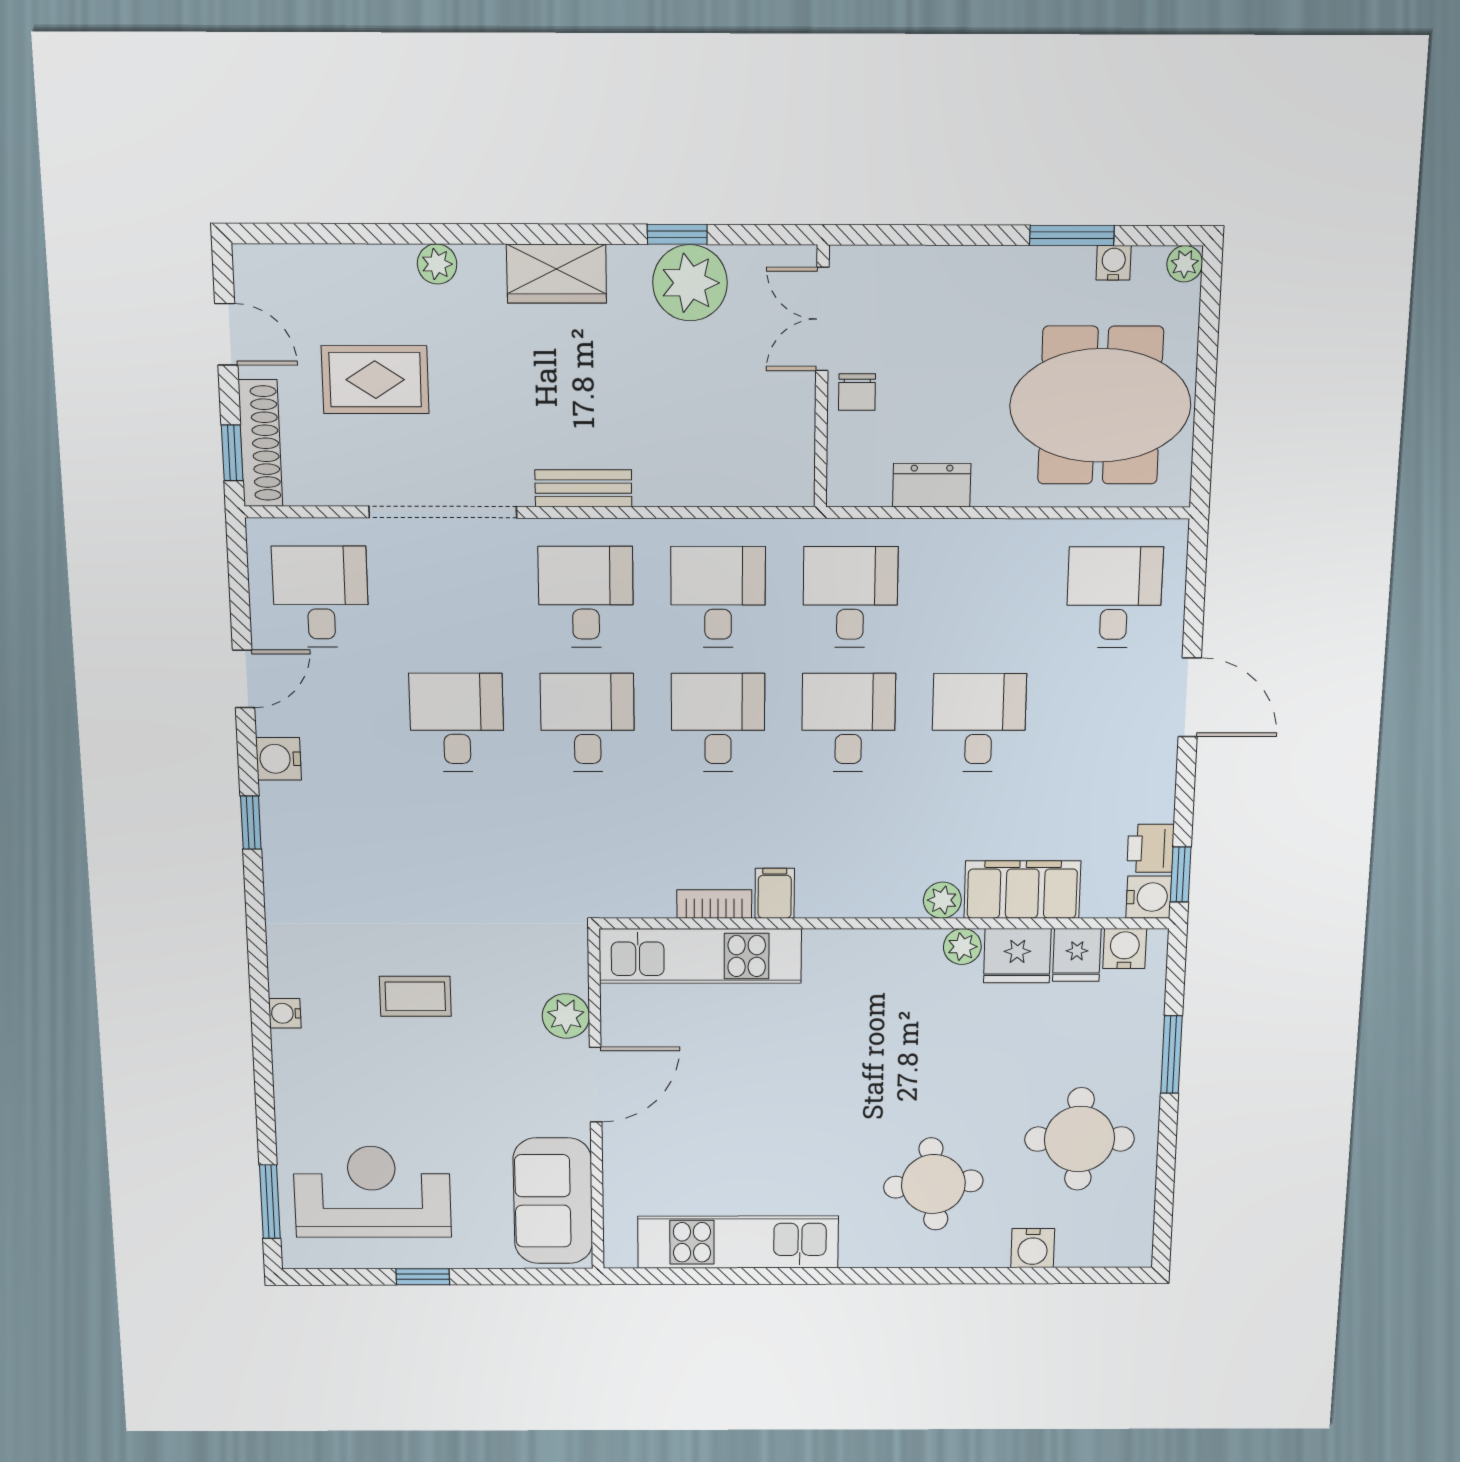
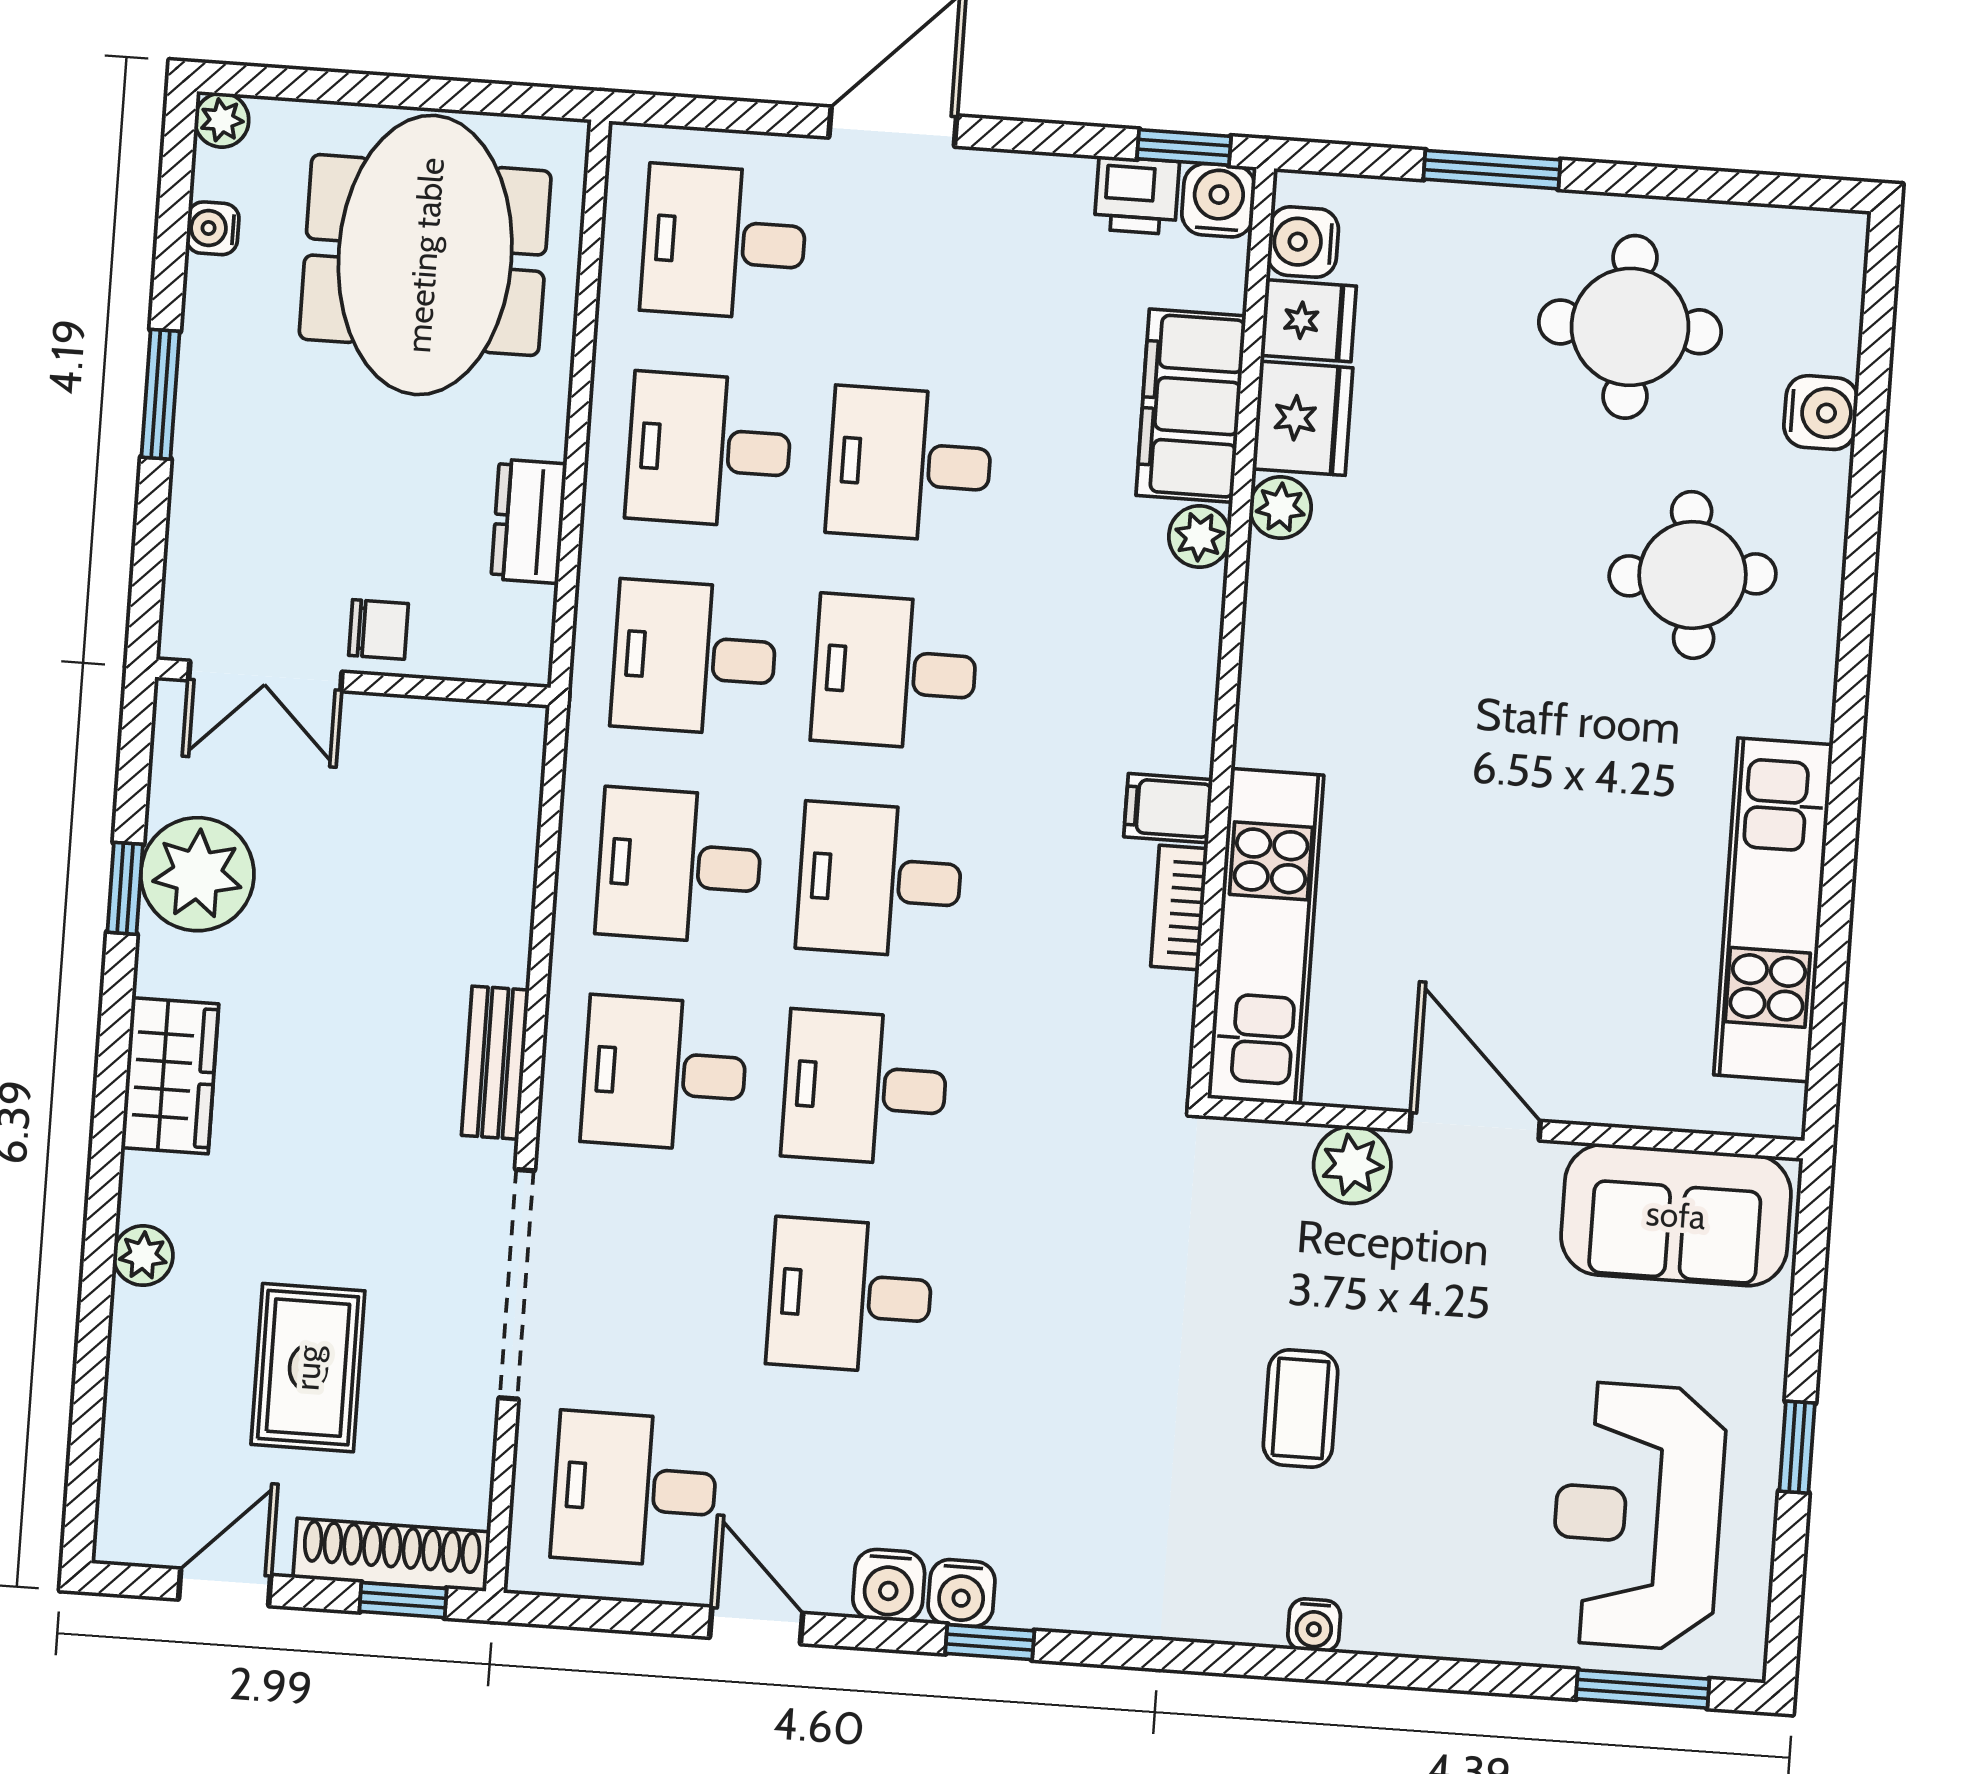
window: (1072, 235) -> (161, 394), moved
desk: (982, 597) -> (709, 450), added
water cooler: (279, 803) -> (962, 1593), added

